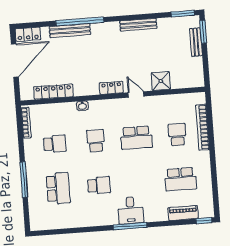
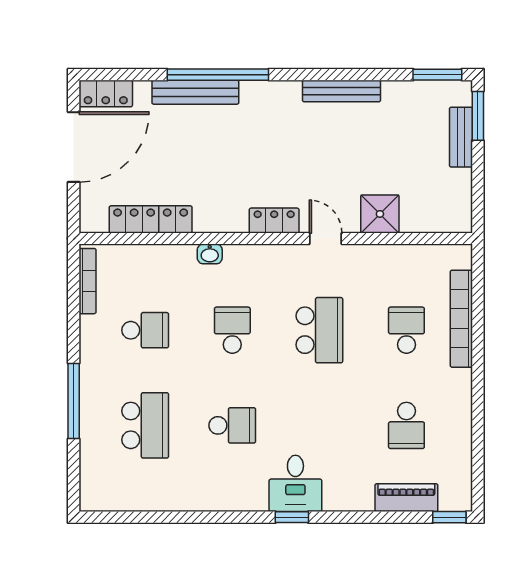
school desk: (136, 138) -> (319, 330), turned -90
school desk: (181, 179) -> (406, 425), width x0.54
window: (130, 226) -> (292, 517), width x0.46

